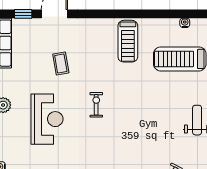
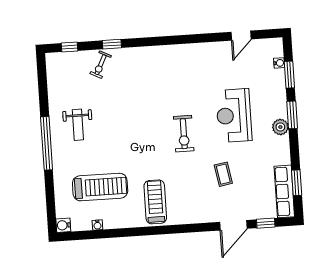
exercise bike: (96, 105) -> (184, 134), width x1.38, depth x1.39

